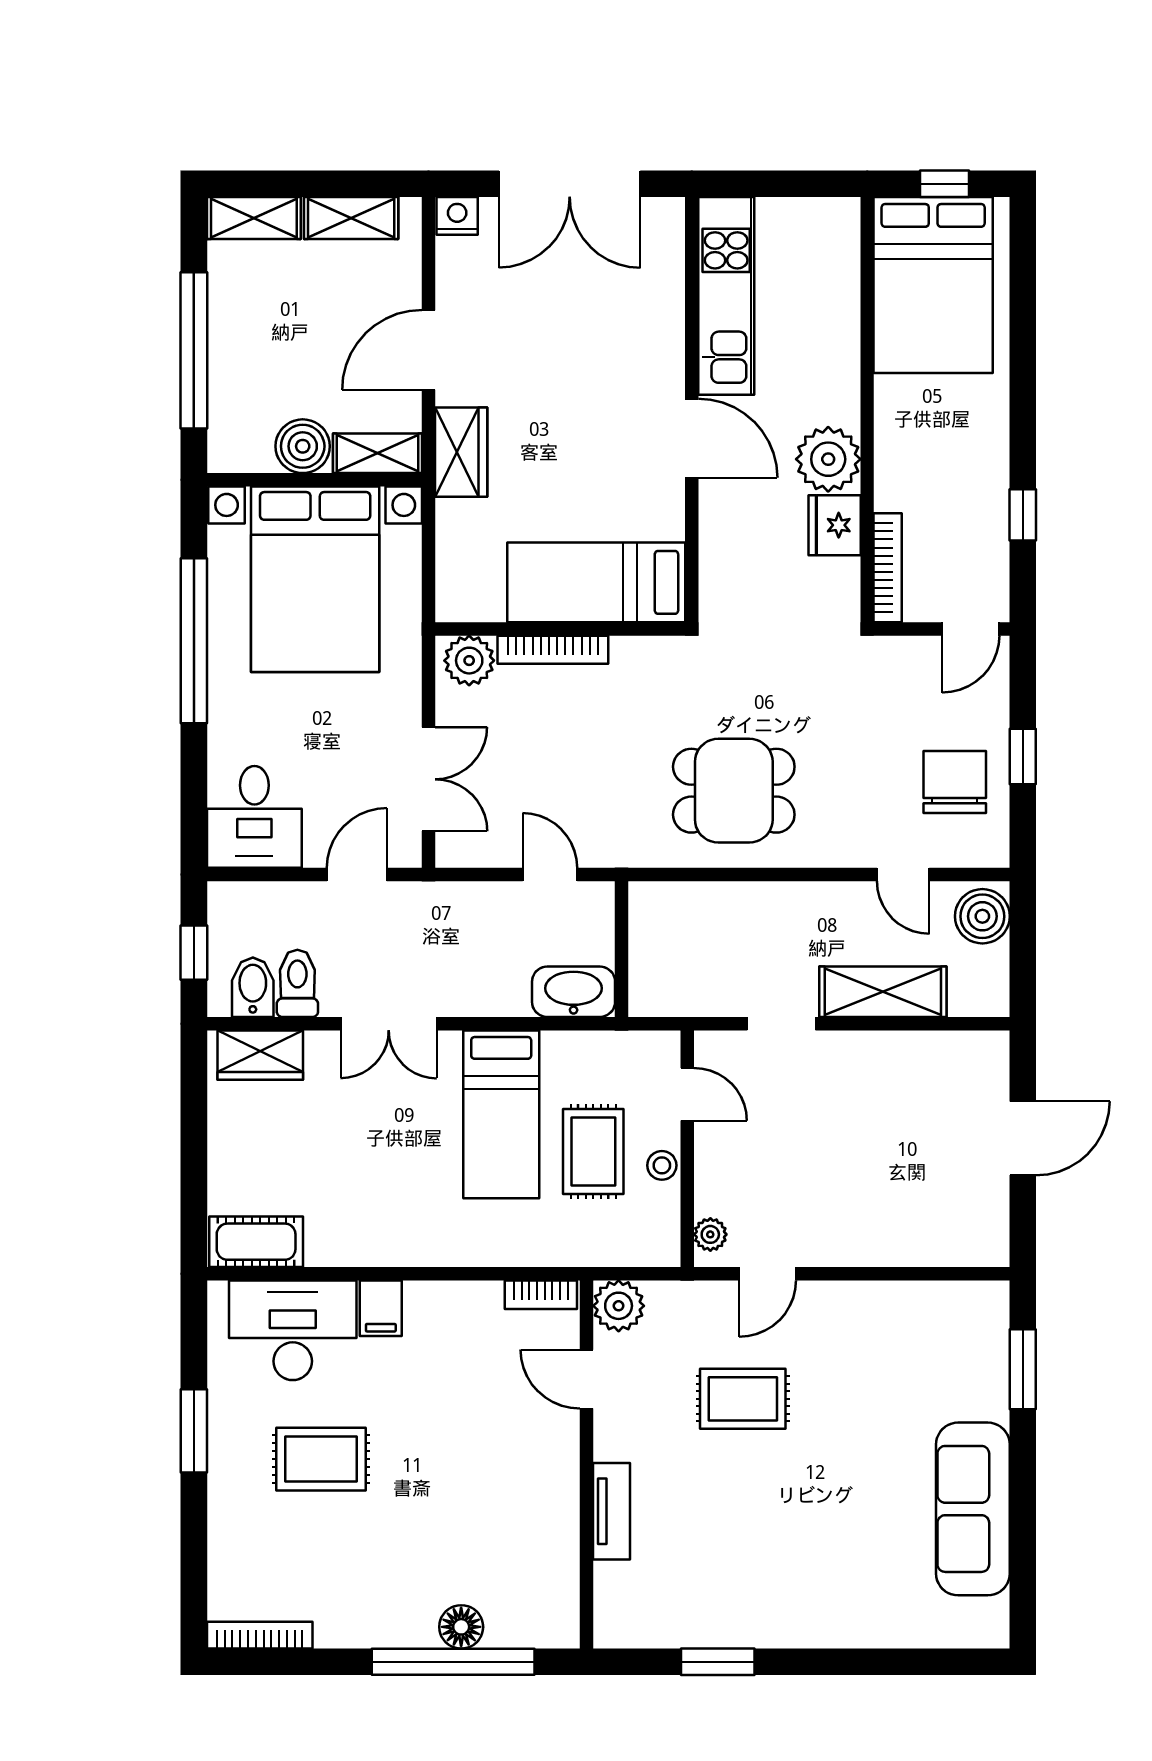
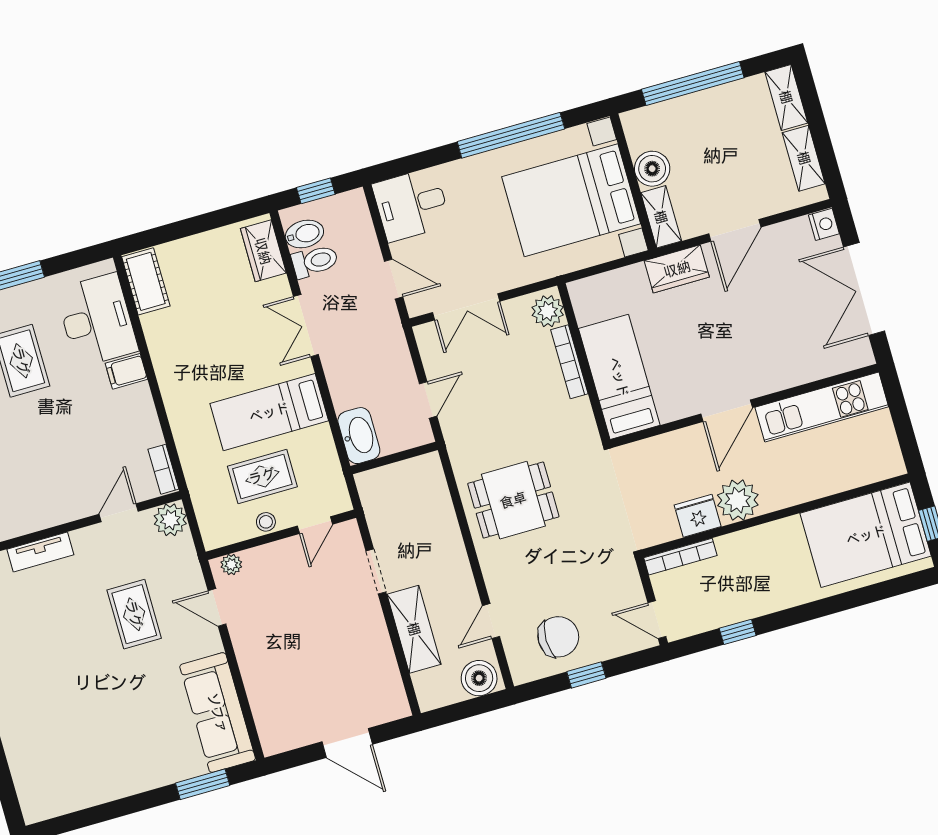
door: (429, 350) -> (735, 230), swing flipped
dining table: (734, 791) -> (513, 500), turned 90
sofa: (973, 1509) -> (218, 713), moved, turned -90

